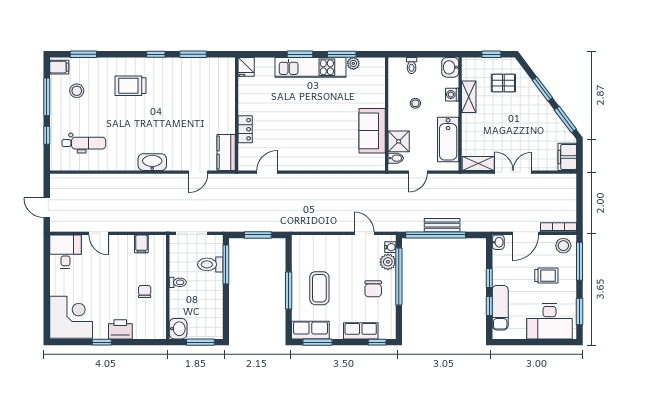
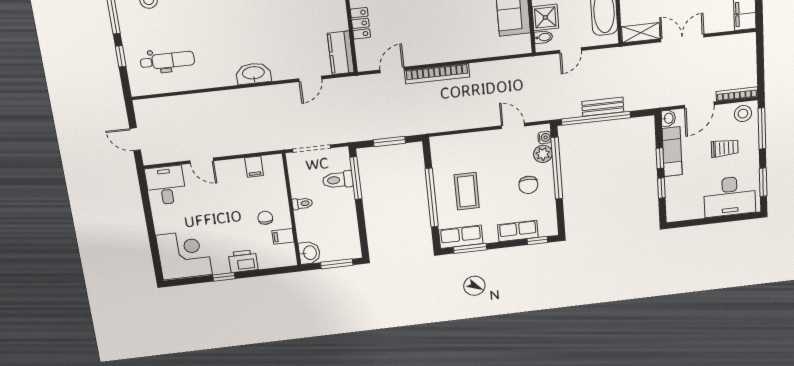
bookcase: (304, 180) -> (437, 74), added
window: (289, 290) -> (432, 198), width x1.46
exam couch: (500, 308) -> (672, 152), moved
filing cabinet: (157, 311) -> (283, 236), added

